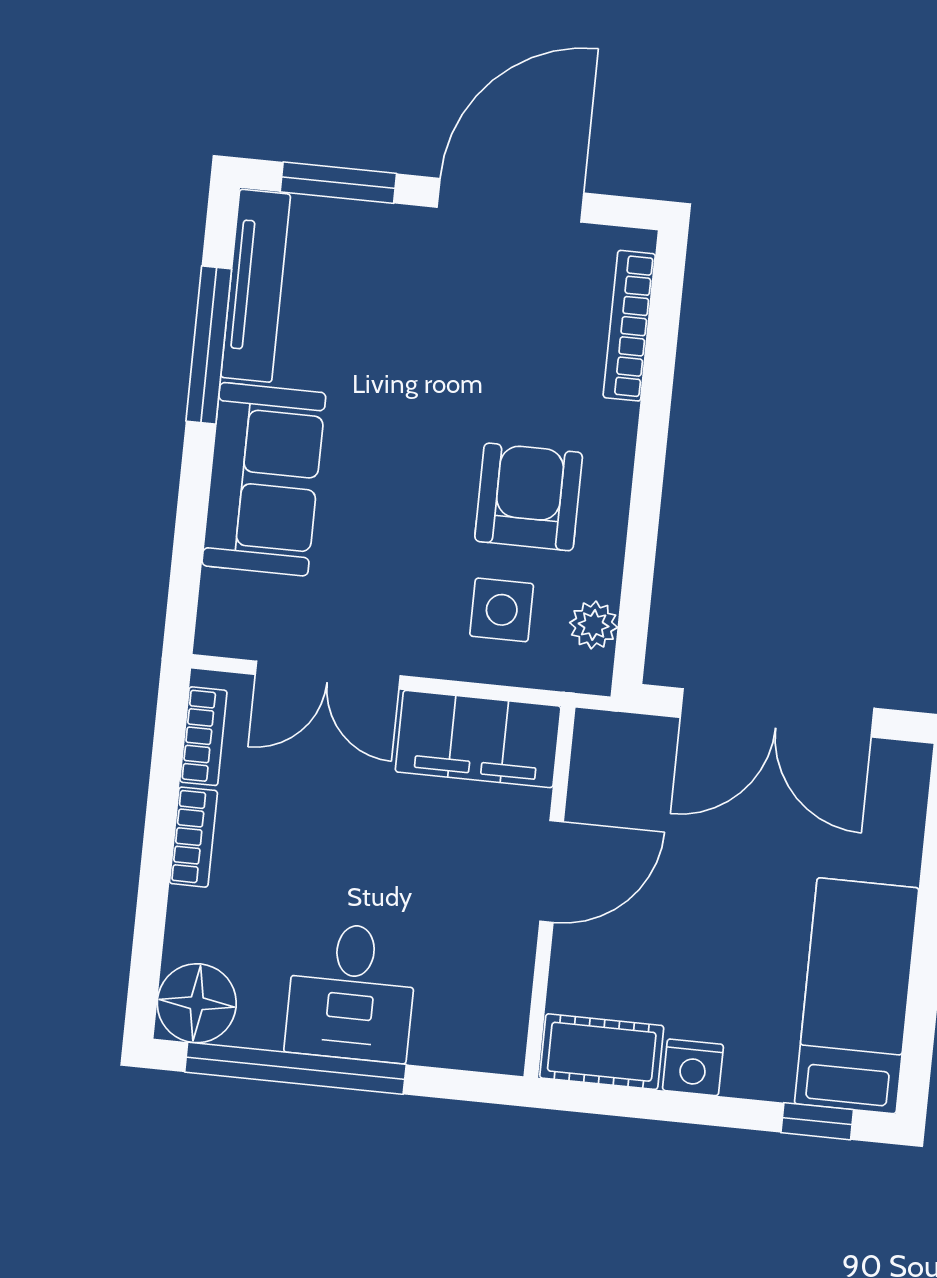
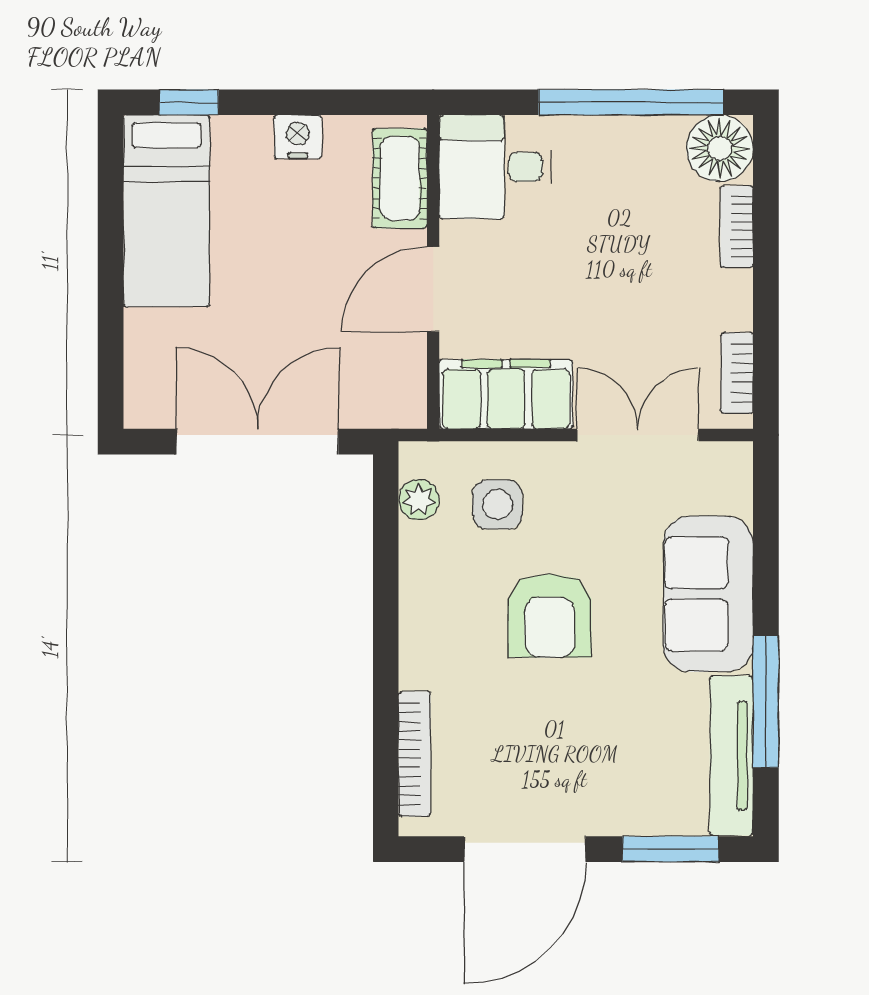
armchair: (529, 497) -> (550, 615), moved
bookcase: (193, 837) -> (737, 227), moved
desk: (351, 992) -> (495, 167), moved, turned -90
cot: (602, 1052) -> (400, 178), moved, turned 90

